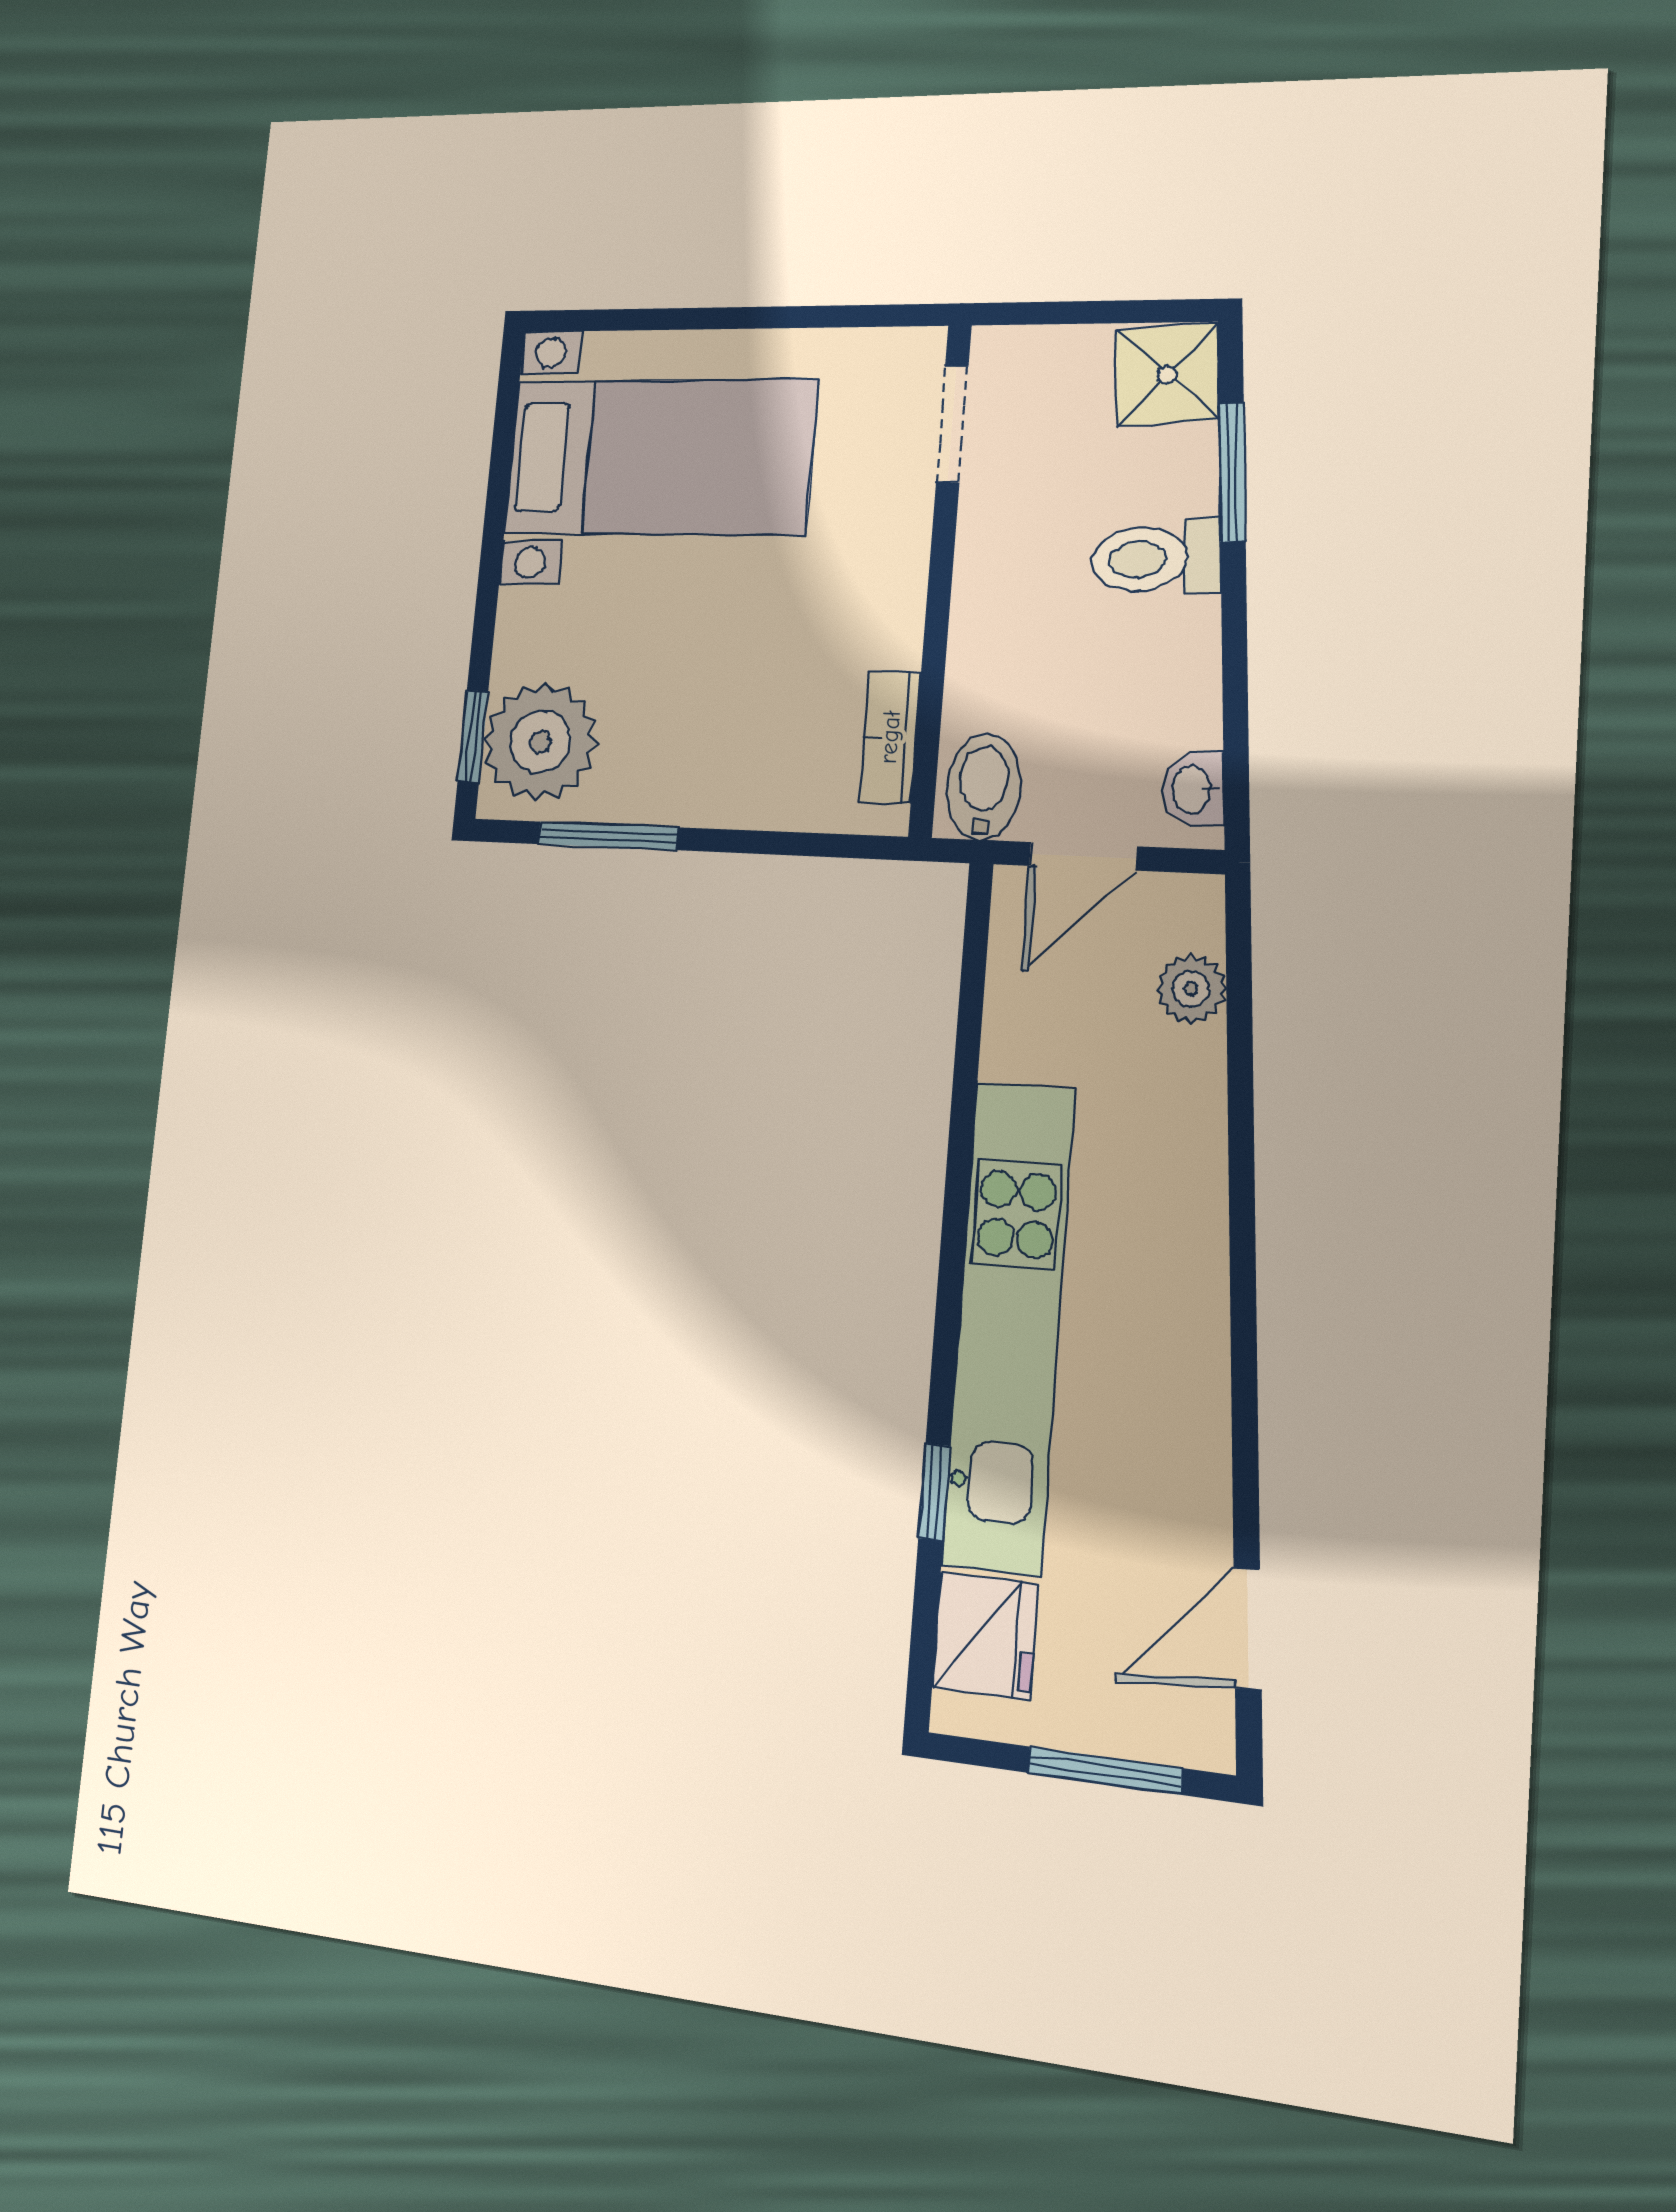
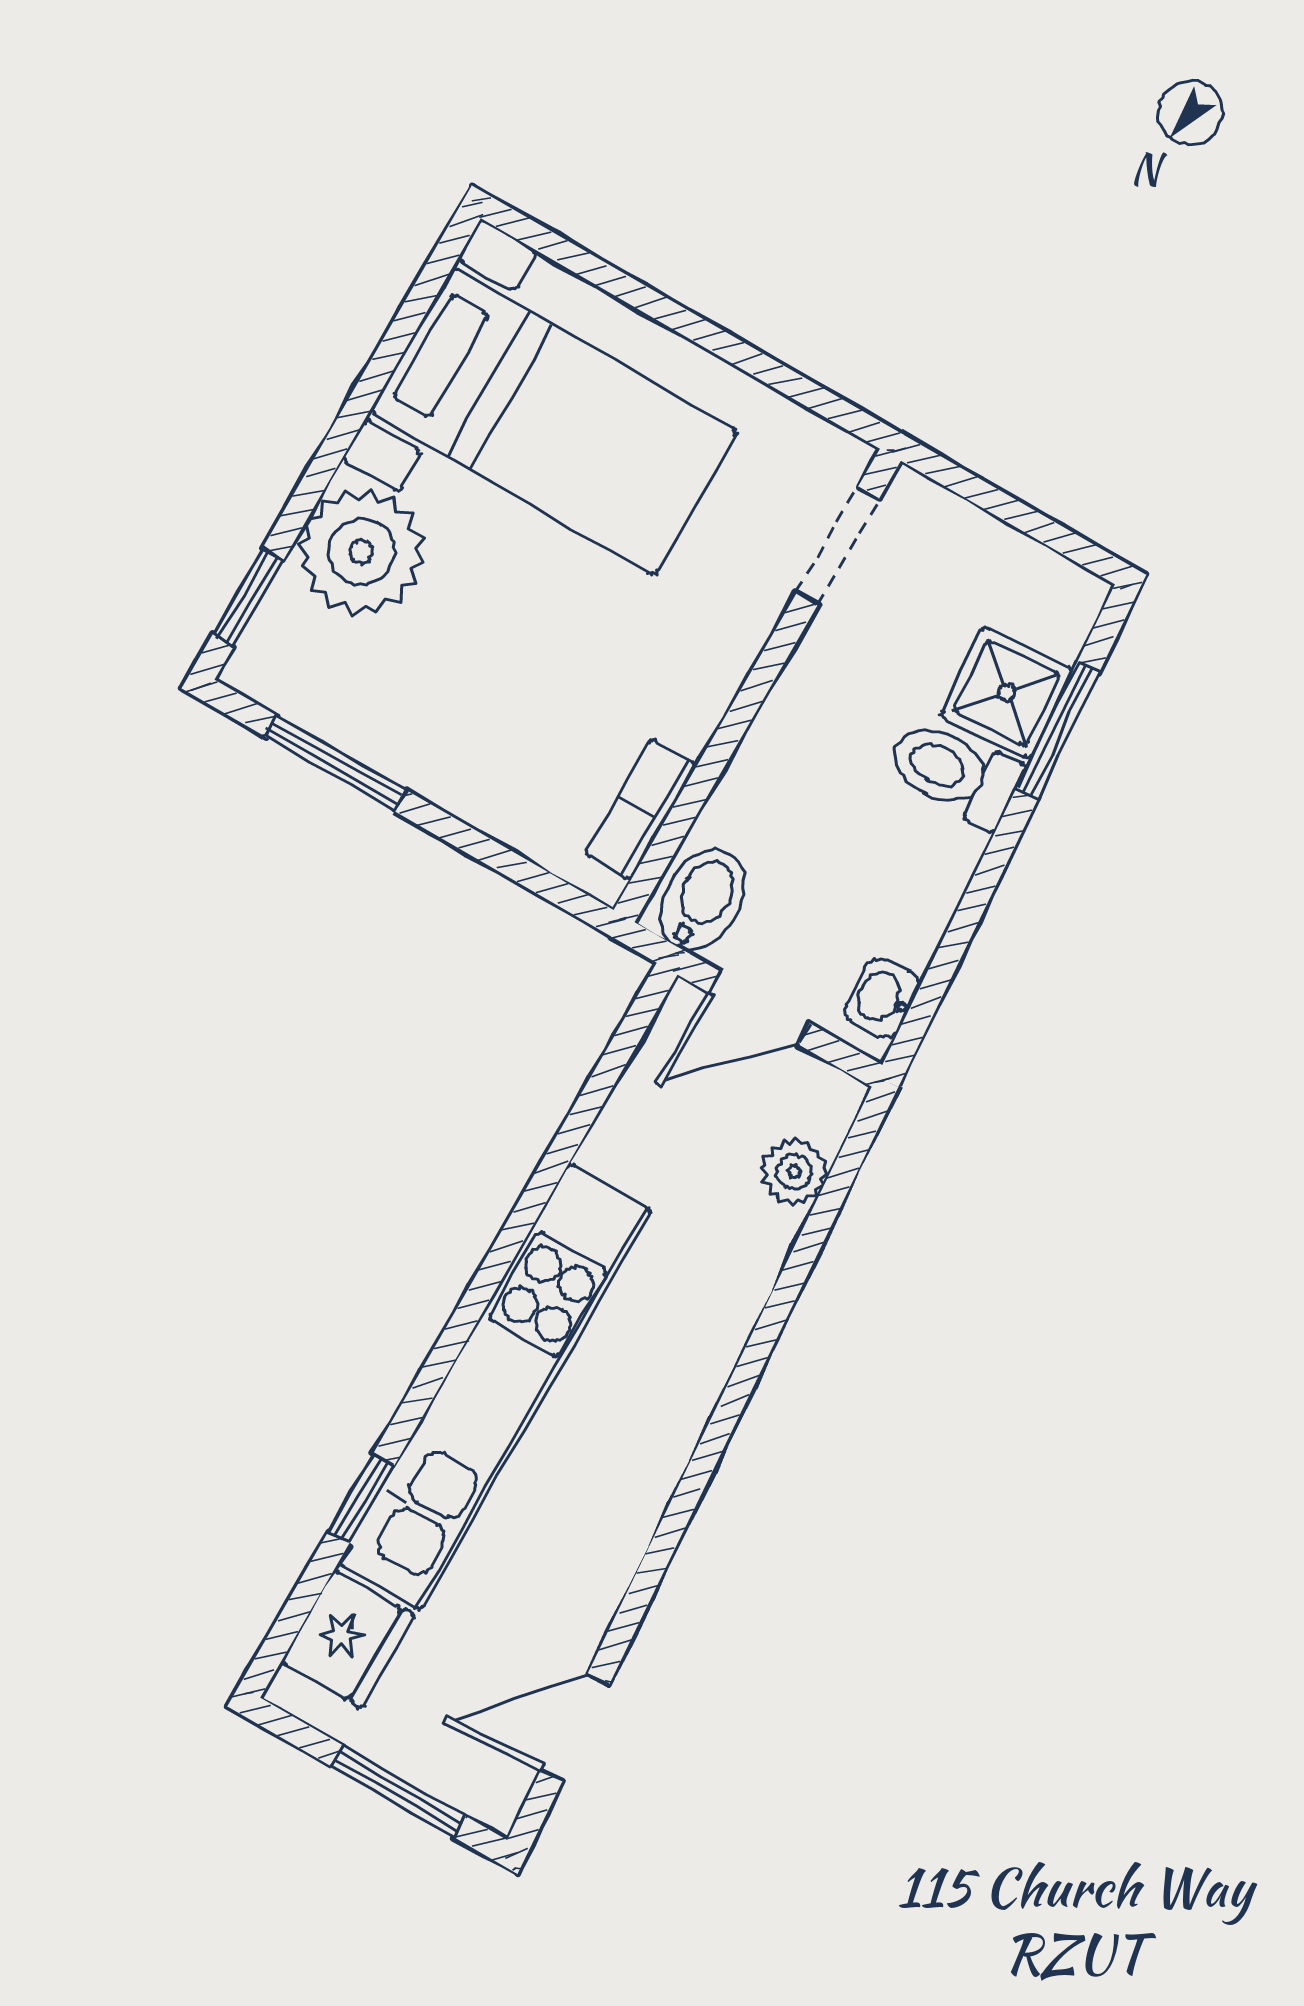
shower: (1167, 375) -> (1007, 693), moved
plant: (540, 742) -> (361, 552), moved

